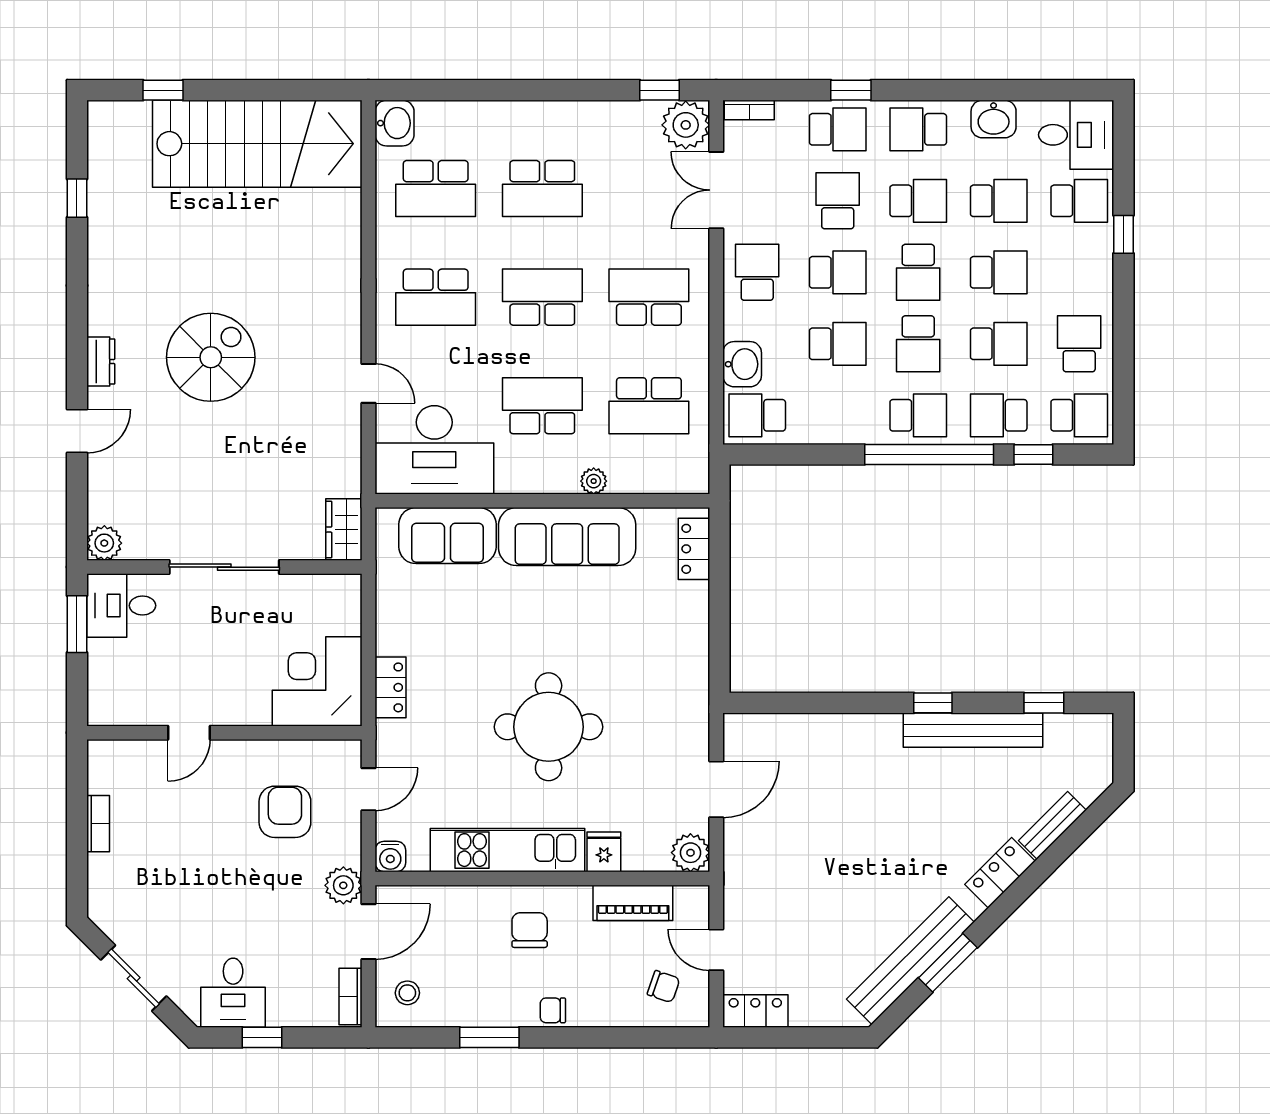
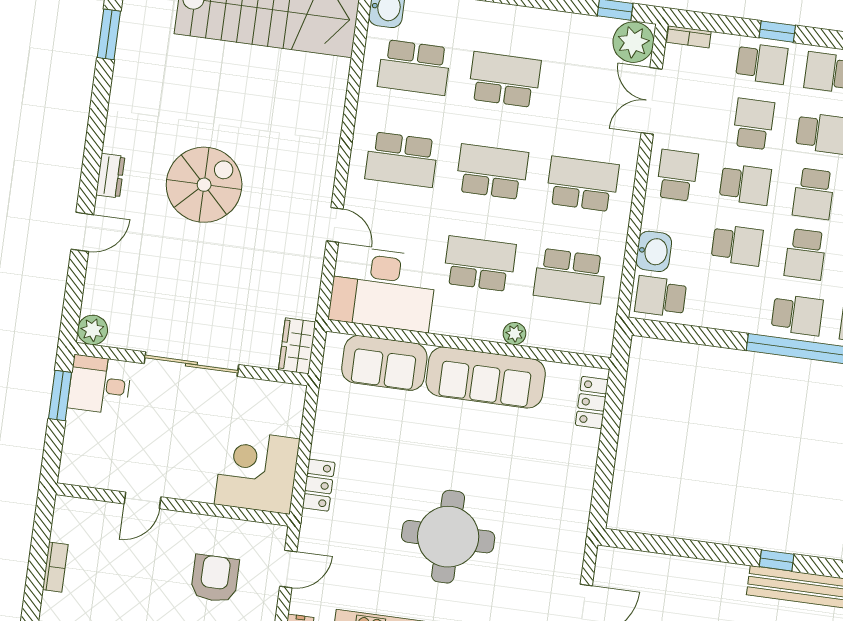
school desk: (542, 189) -> (504, 80), turned 180
window: (77, 198) -> (109, 34), width x1.50

